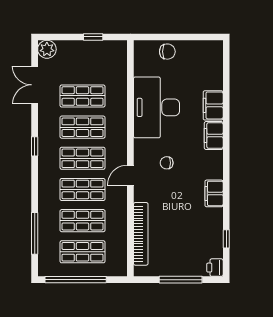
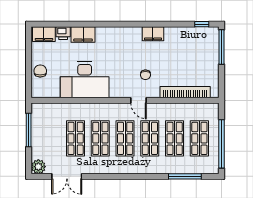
window: (93, 37) -> (29, 130), width x2.17
filing cabinet: (214, 136) -> (44, 34), moved
window: (35, 146) -> (116, 176), removed
chair: (167, 163) -> (145, 75), moved
window: (226, 239) -> (202, 24), moved
printer: (215, 268) -> (63, 33), moved
window: (181, 280) -> (222, 47), moved

